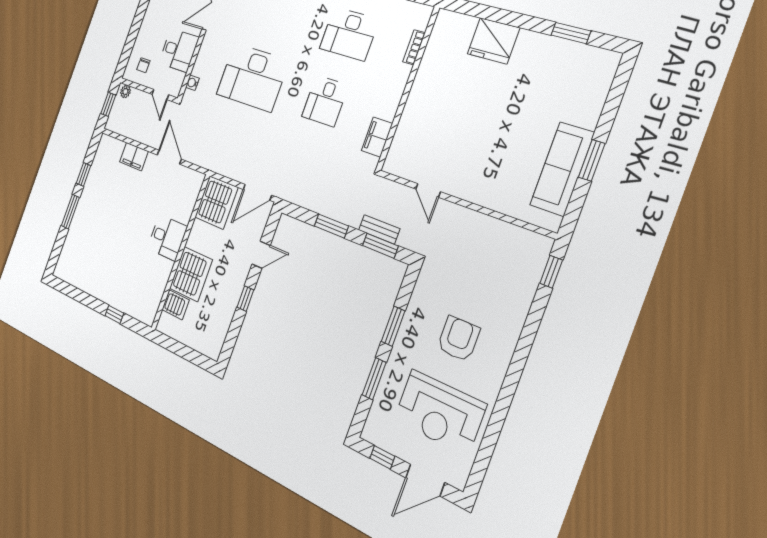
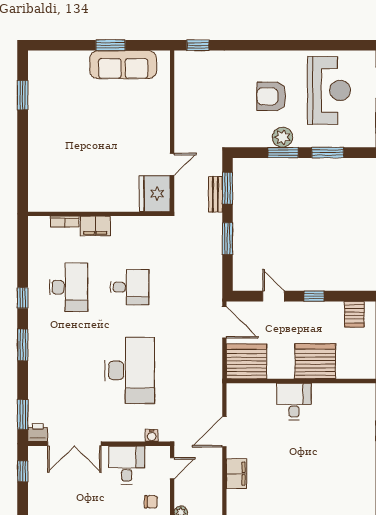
fridge: (493, 41) -> (155, 194), moved, turned 180
filing cabinet: (377, 137) -> (95, 226), moved
server rack: (176, 305) -> (354, 314), moved, turned 180
plant: (409, 333) -> (282, 137), added

